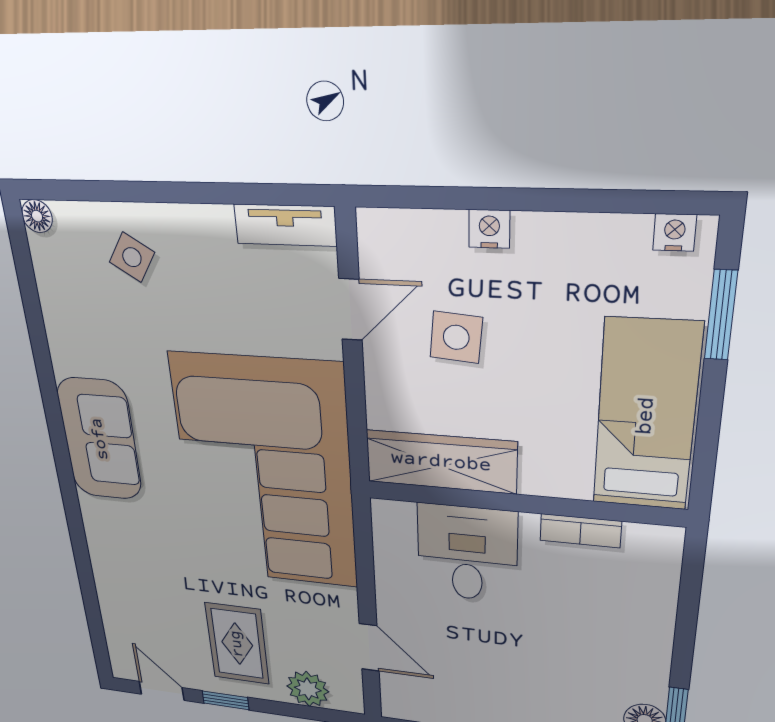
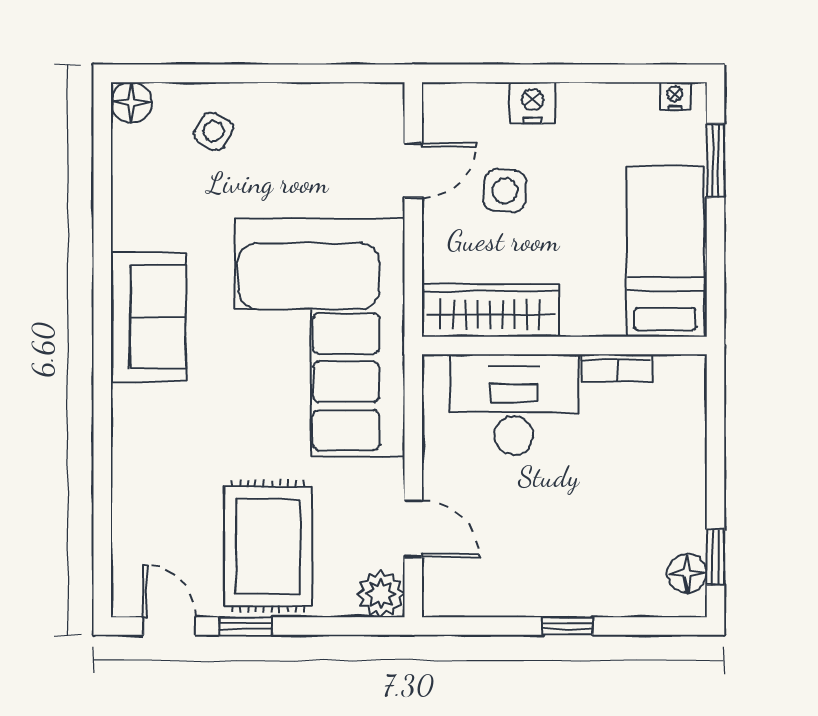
floor lamp: (37, 216) -> (131, 102), width x1.37, depth x1.37
tv unit: (285, 225) -> (360, 99), removed
nightstand: (489, 229) -> (533, 103), width x1.39, depth x1.35
desk: (467, 553) -> (514, 404), width x1.37
rug: (237, 644) -> (268, 546), width x1.36, depth x1.43
plant: (308, 689) -> (381, 594), moved

